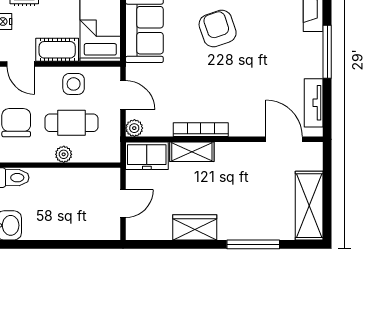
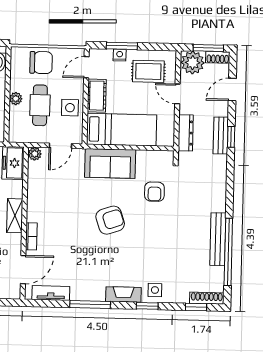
bookcase: (201, 130) -> (31, 236), moved, width x0.64
shelving: (192, 152) -> (15, 216), moved

